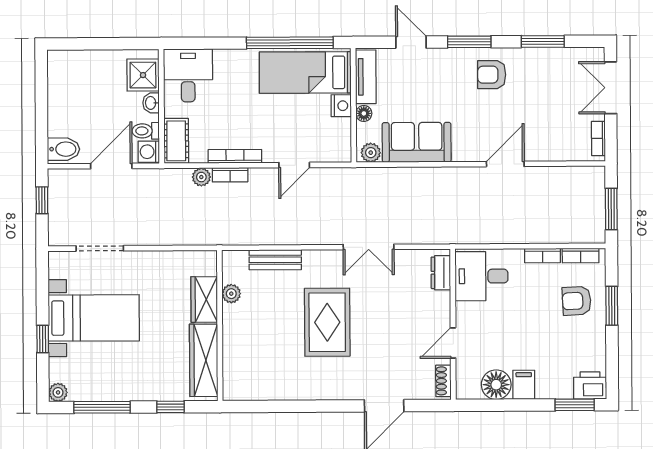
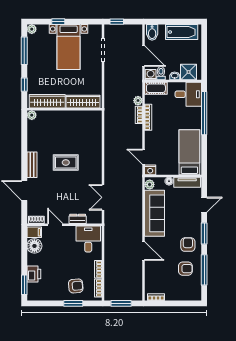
window: (543, 41) -> (204, 270), width x1.44
window: (290, 43) -> (204, 113), moved
armchair: (540, 79) -> (185, 269), added
double door: (611, 88) -> (181, 303), removed
bathtub: (62, 90) -> (182, 32), added
nightstand: (341, 106) -> (150, 170), moved
sofa: (417, 142) -> (155, 213), width x1.36
door: (294, 165) -> (144, 157), moved
window: (42, 200) -> (117, 22), moved
double door: (369, 247) -> (103, 197), moved
bench: (275, 260) -> (32, 165), moved
dresser: (441, 273) -> (78, 219), moved
plant: (231, 294) -> (32, 115), moved
wardrobe: (204, 299) -> (83, 102), width x1.50
armchair: (577, 301) -> (76, 286), turned 88
rug: (327, 322) -> (66, 163), width x0.73, depth x0.70
filing cabinet: (524, 385) -> (34, 232), moved
printer: (590, 385) -> (34, 274), moved

